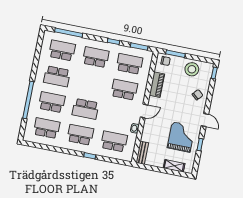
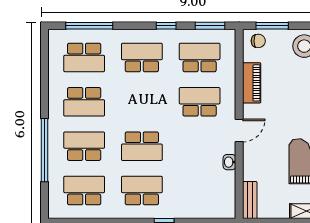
school desk: (62, 50) -> (84, 57), turned 180
school desk: (114, 141) -> (200, 191), removed

